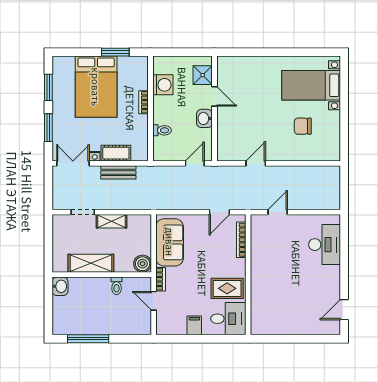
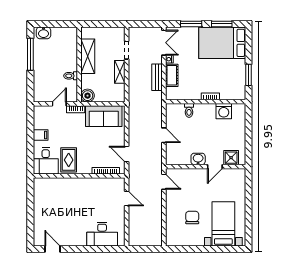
shower: (203, 75) -> (231, 158), moved
bed: (96, 87) -> (222, 43), moved
door: (215, 96) -> (215, 167), moved
wall: (215, 109) -> (206, 167), moved
washbasin: (204, 118) -> (198, 159), moved
washbasin: (60, 286) -> (43, 33), moved

